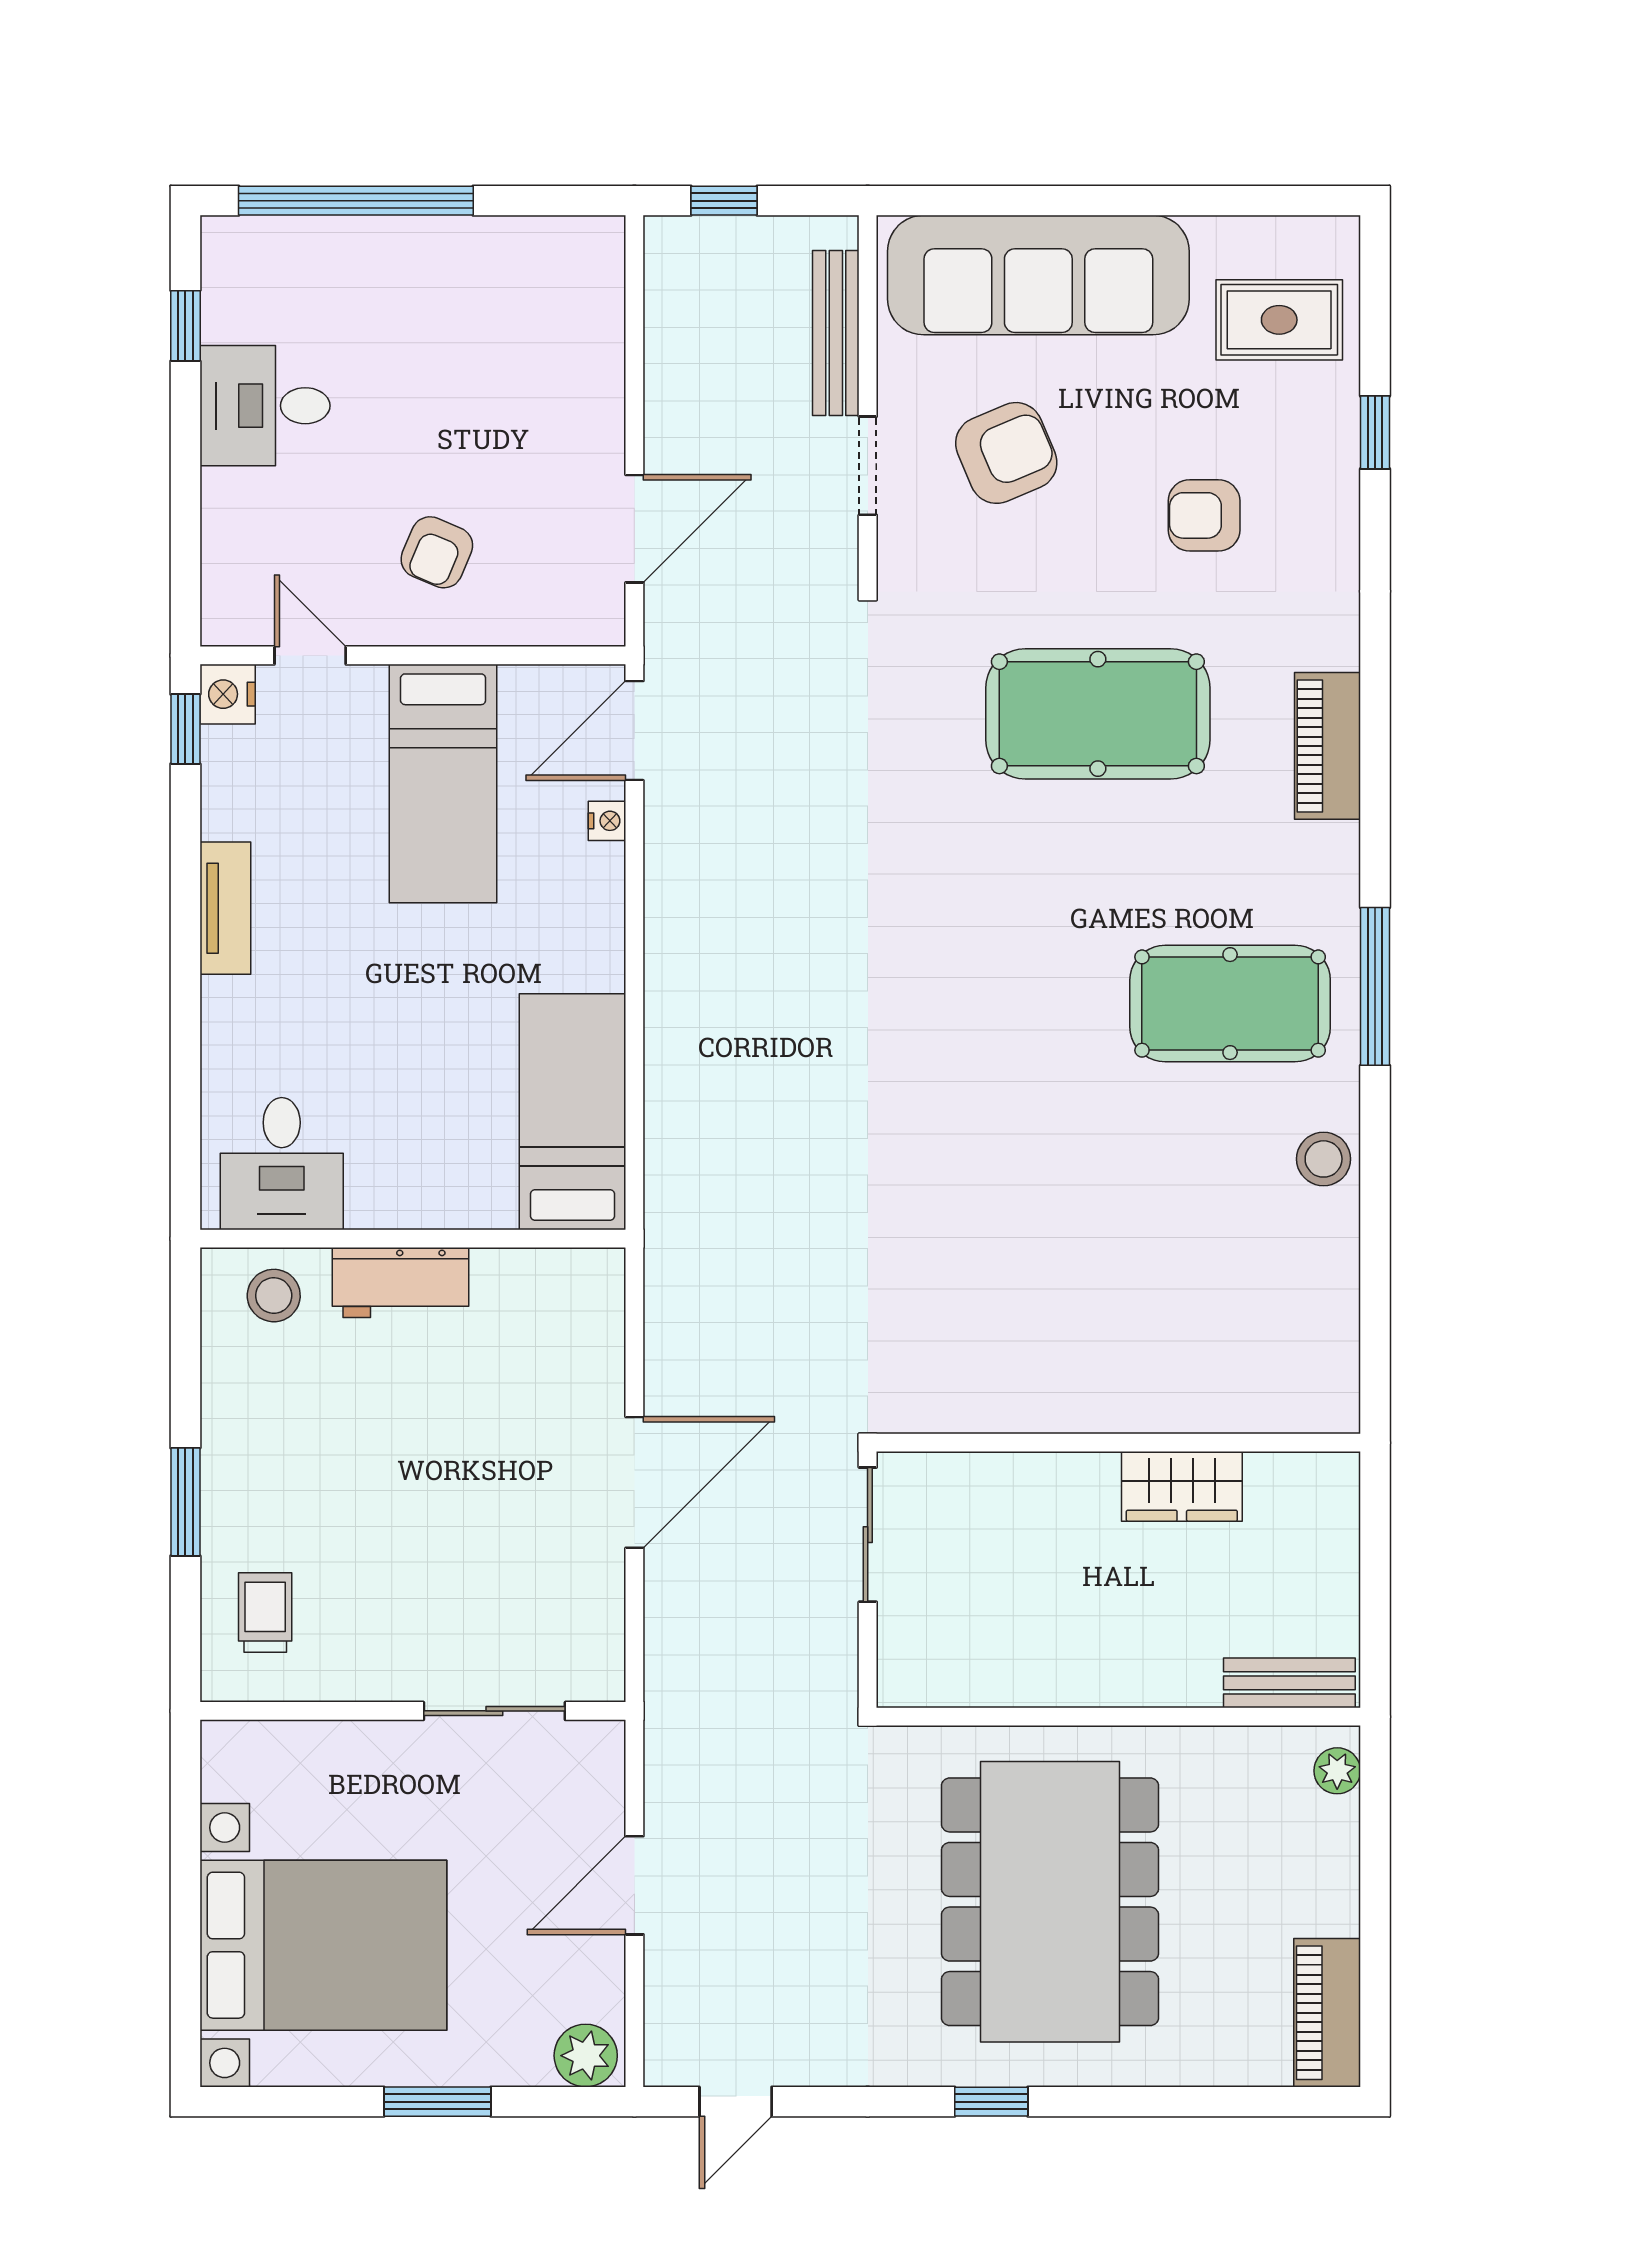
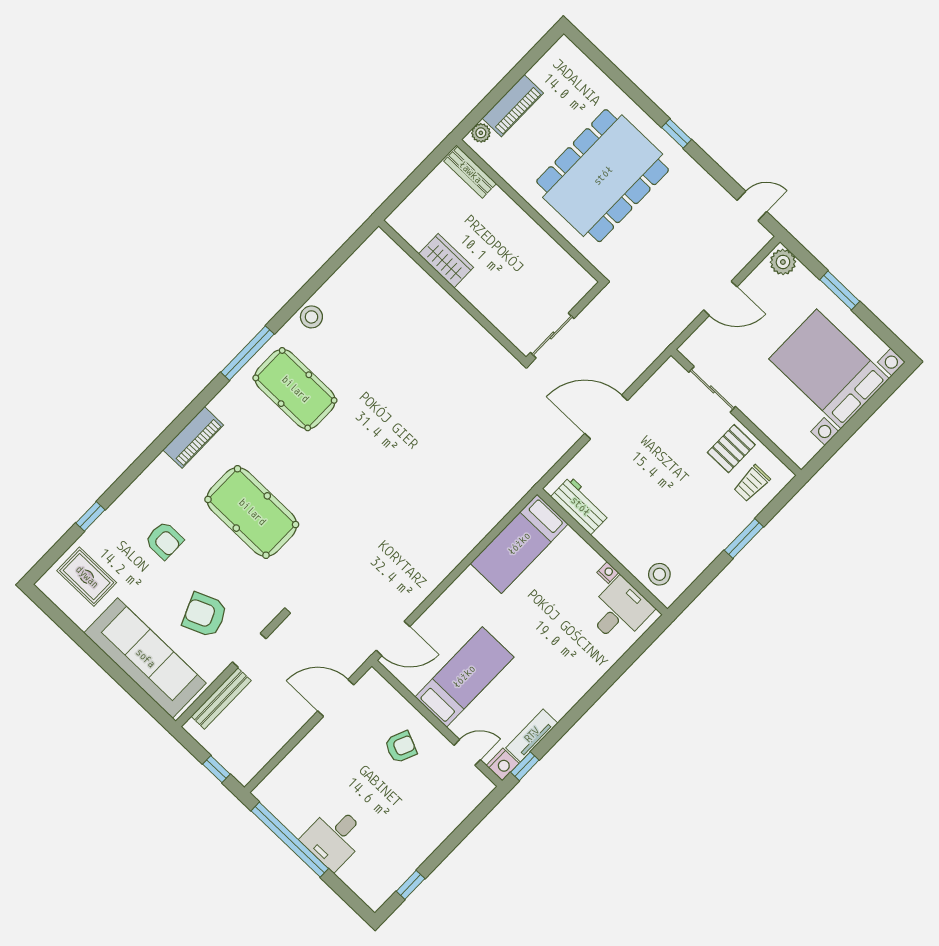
window: (356, 201) -> (290, 840), moved
desk: (265, 406) -> (334, 837), moved, turned 90
door: (310, 655) -> (467, 752), swing flipped
nightstand: (607, 821) -> (608, 573), moved, turned 90
tv unit: (225, 908) -> (532, 735), moved
workbench: (400, 1283) -> (580, 506), moved
pallet: (360, 1639) -> (731, 449), added
piano: (1327, 2013) -> (513, 106), moved

